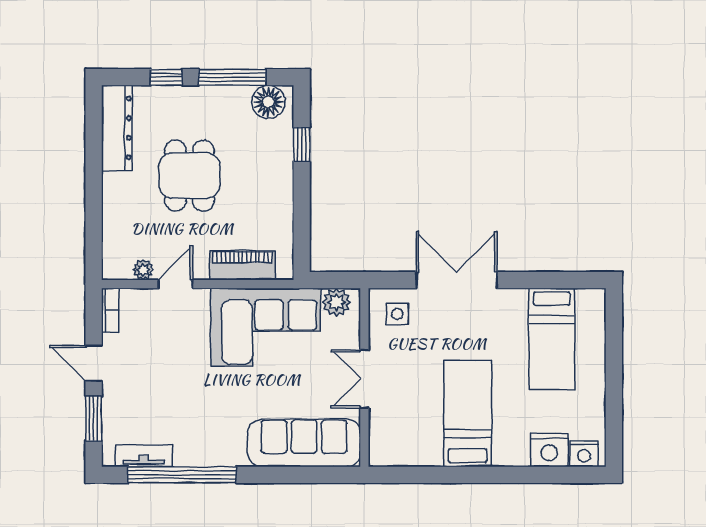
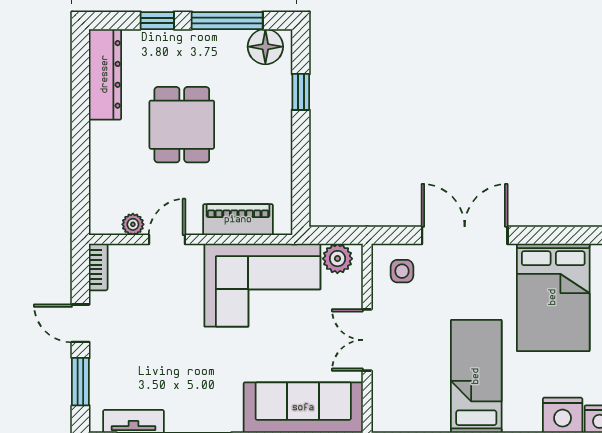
bed: (552, 339) -> (553, 297), width x1.50

